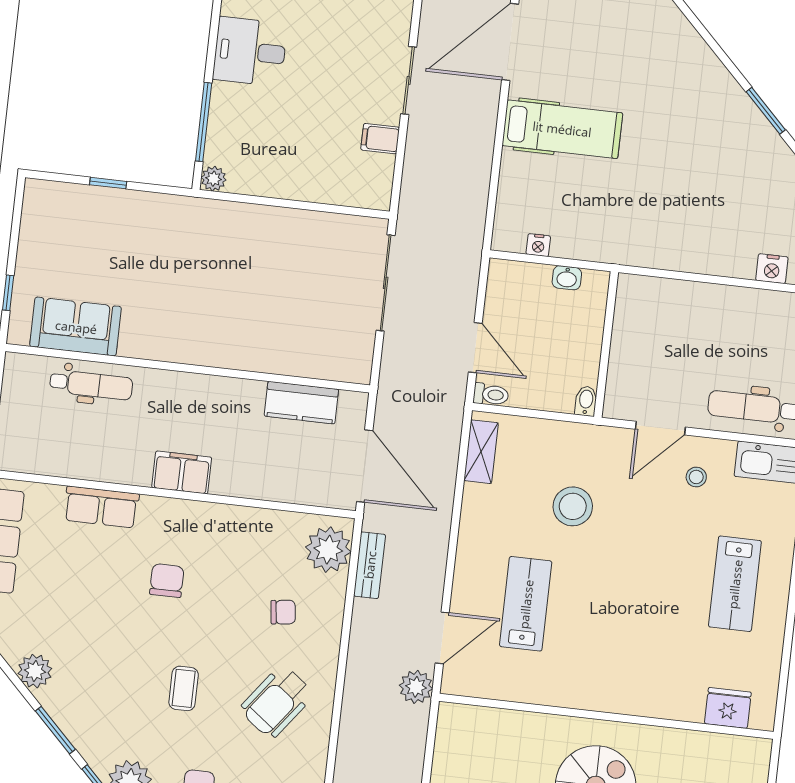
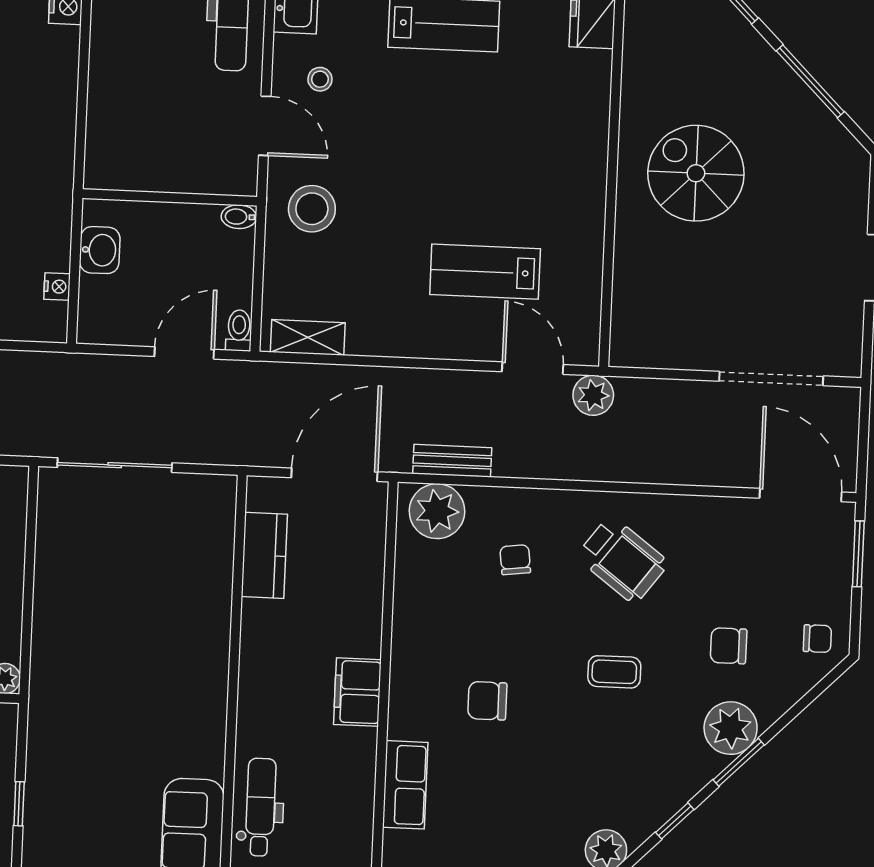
washbasin: (567, 278) -> (100, 250), width x1.38, depth x1.45
stool: (573, 506) -> (312, 209), moved
window: (55, 730) -> (675, 821), width x0.67

